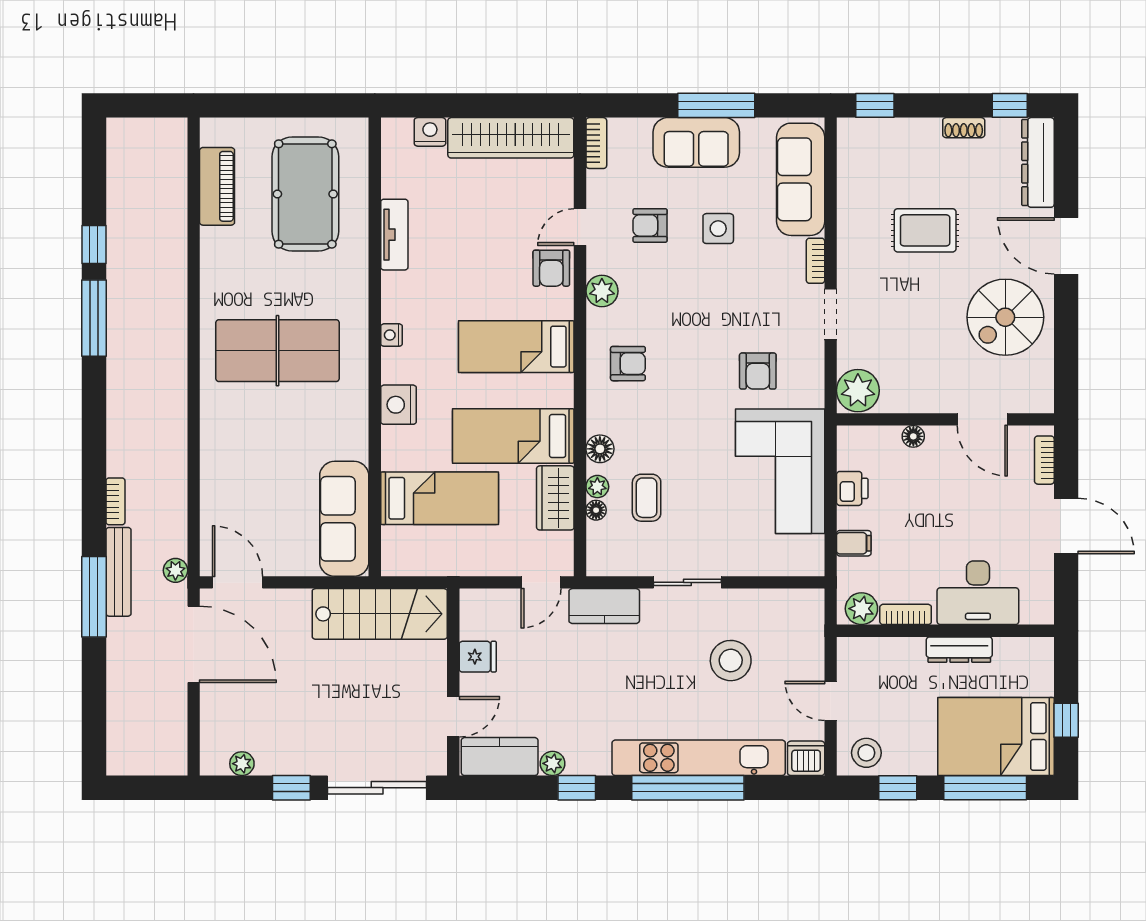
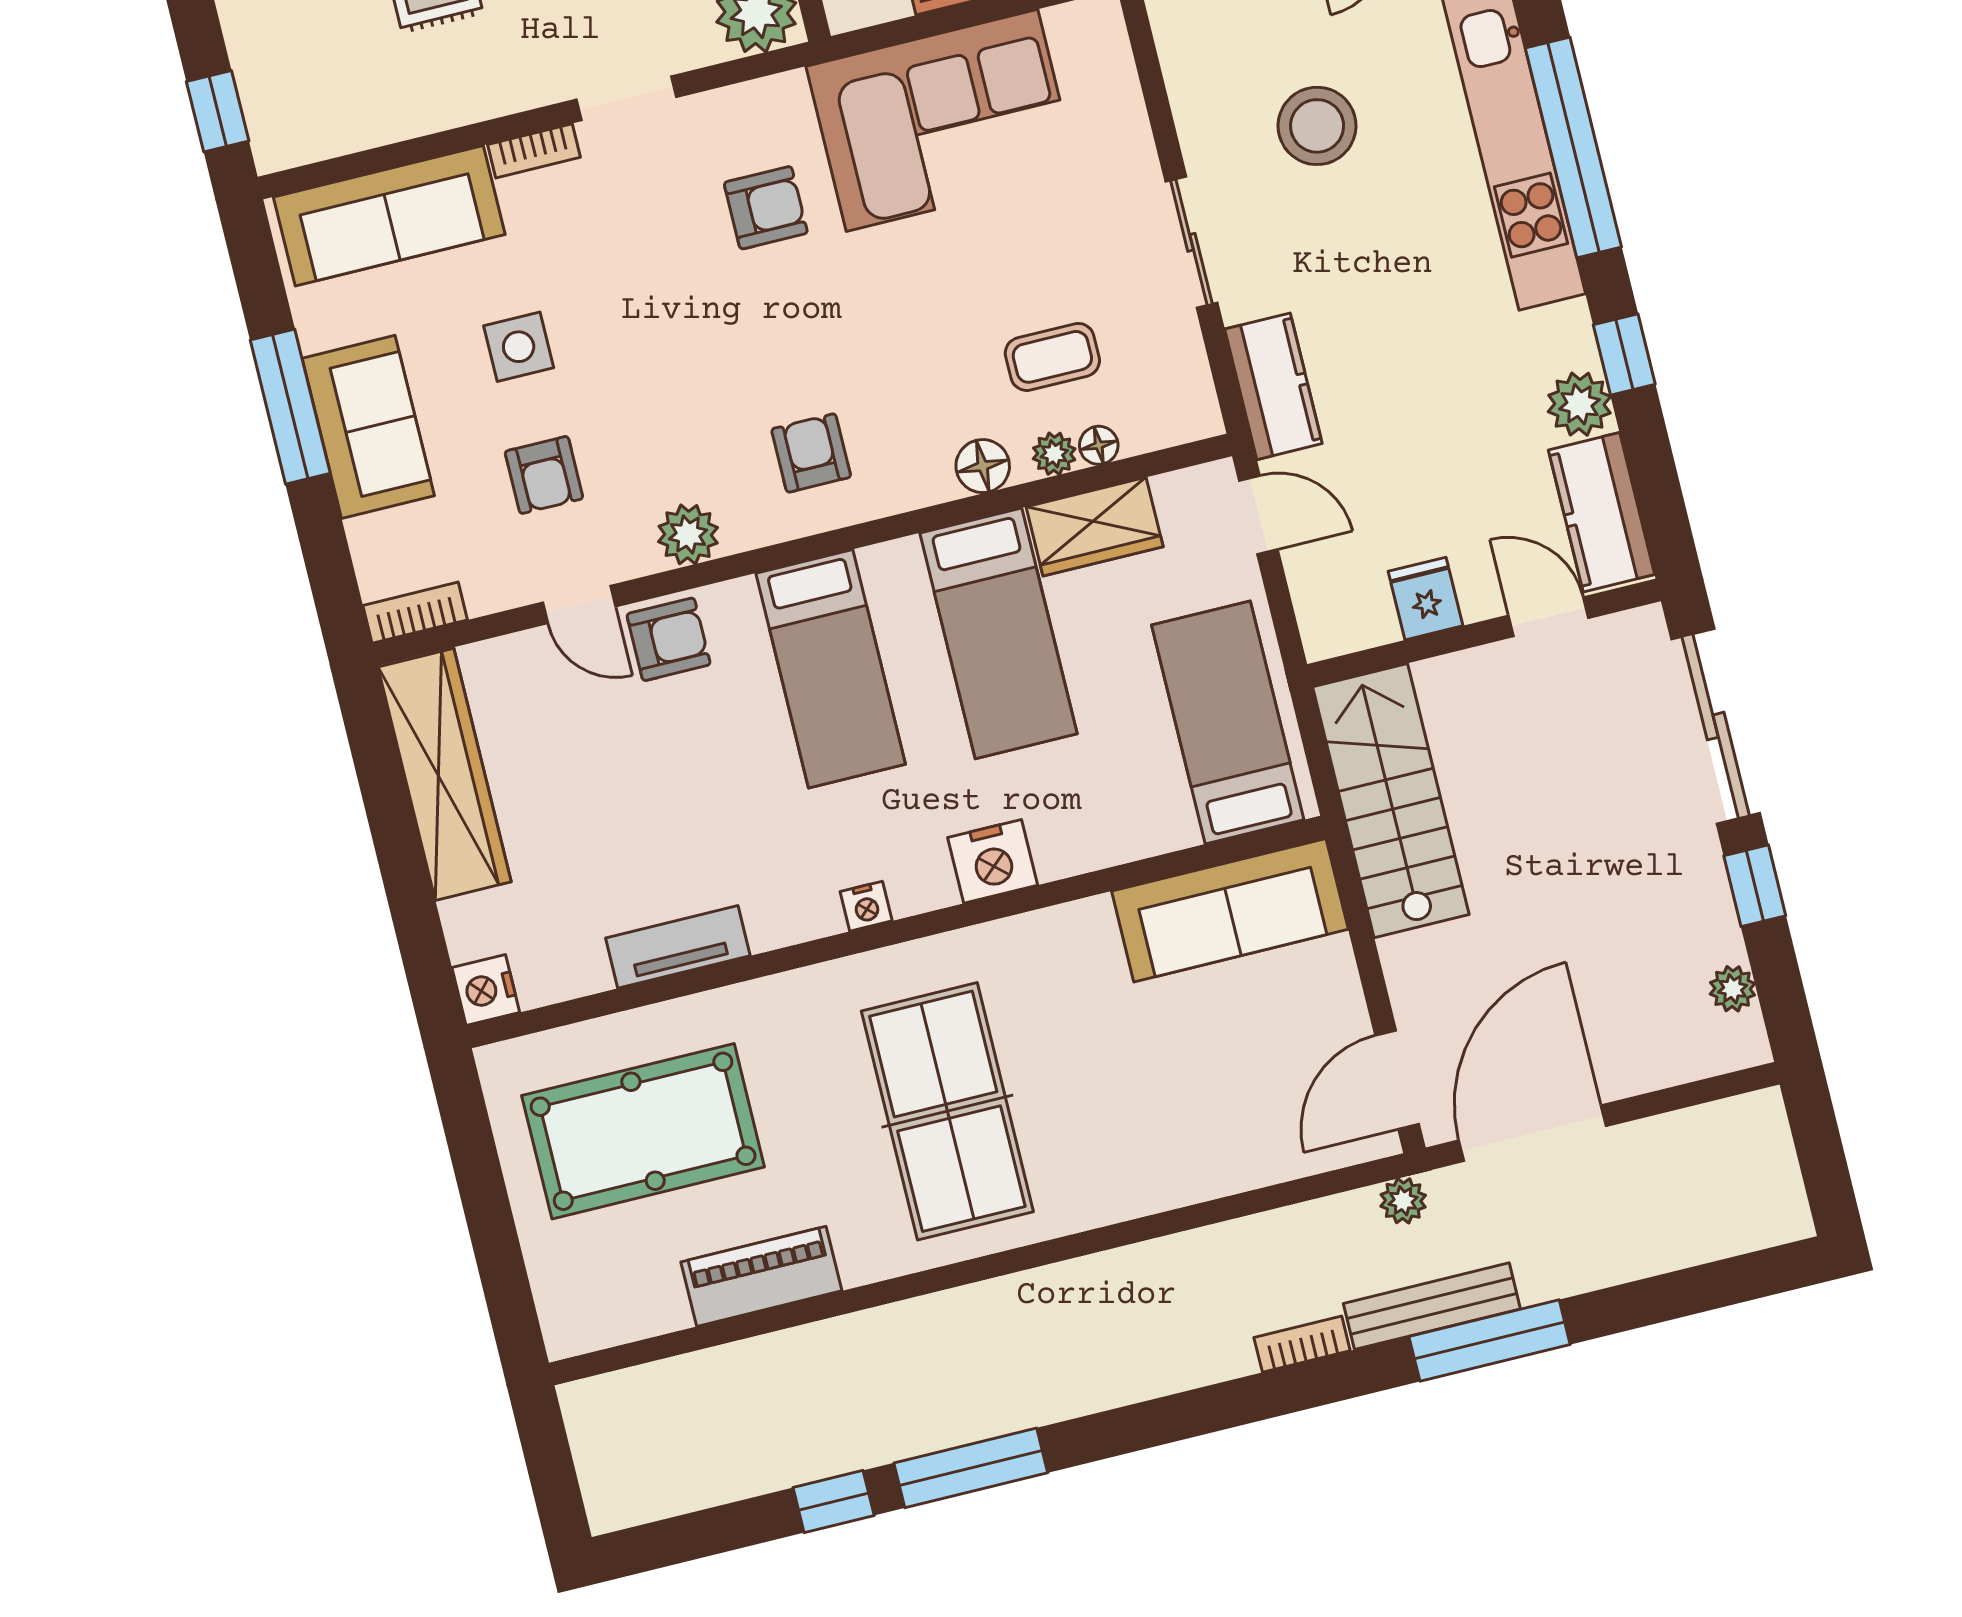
nightstand: (430, 132) -> (486, 990), moved
piano: (217, 186) -> (761, 1276), moved
bed: (440, 498) -> (1228, 722), moved
plant: (552, 763) -> (1579, 404), width x1.38, depth x1.38

